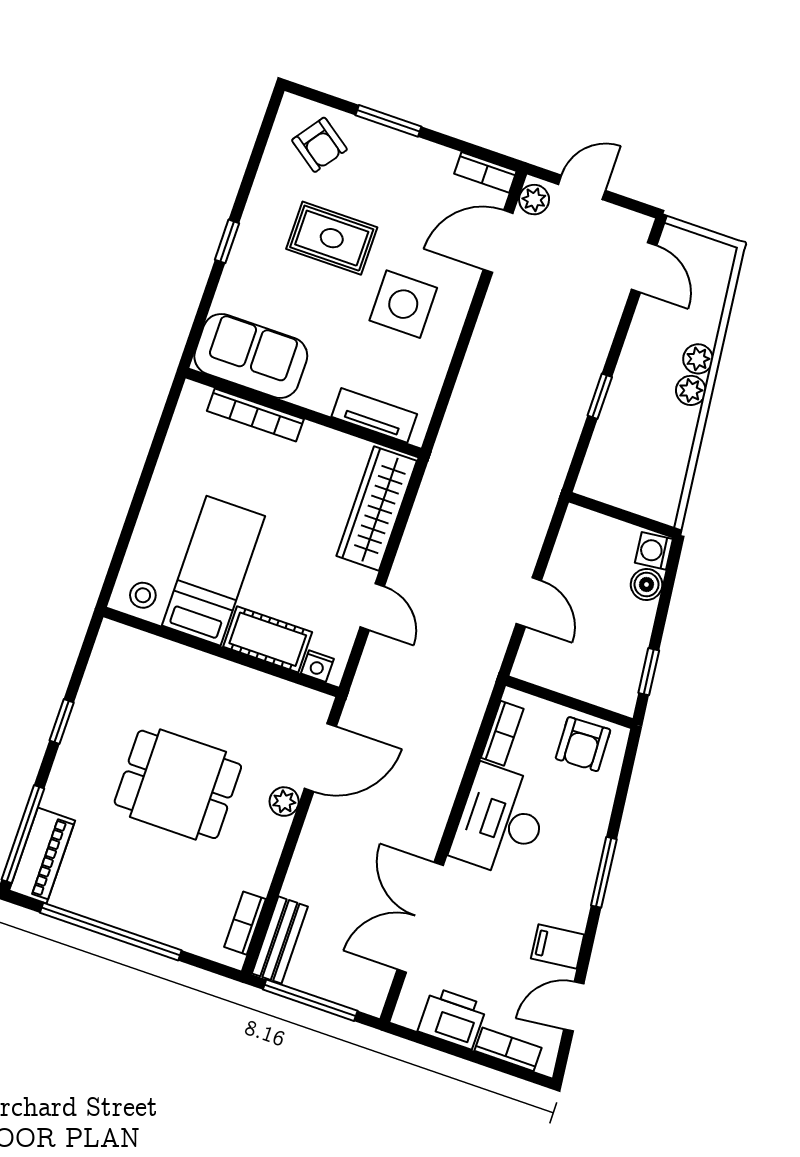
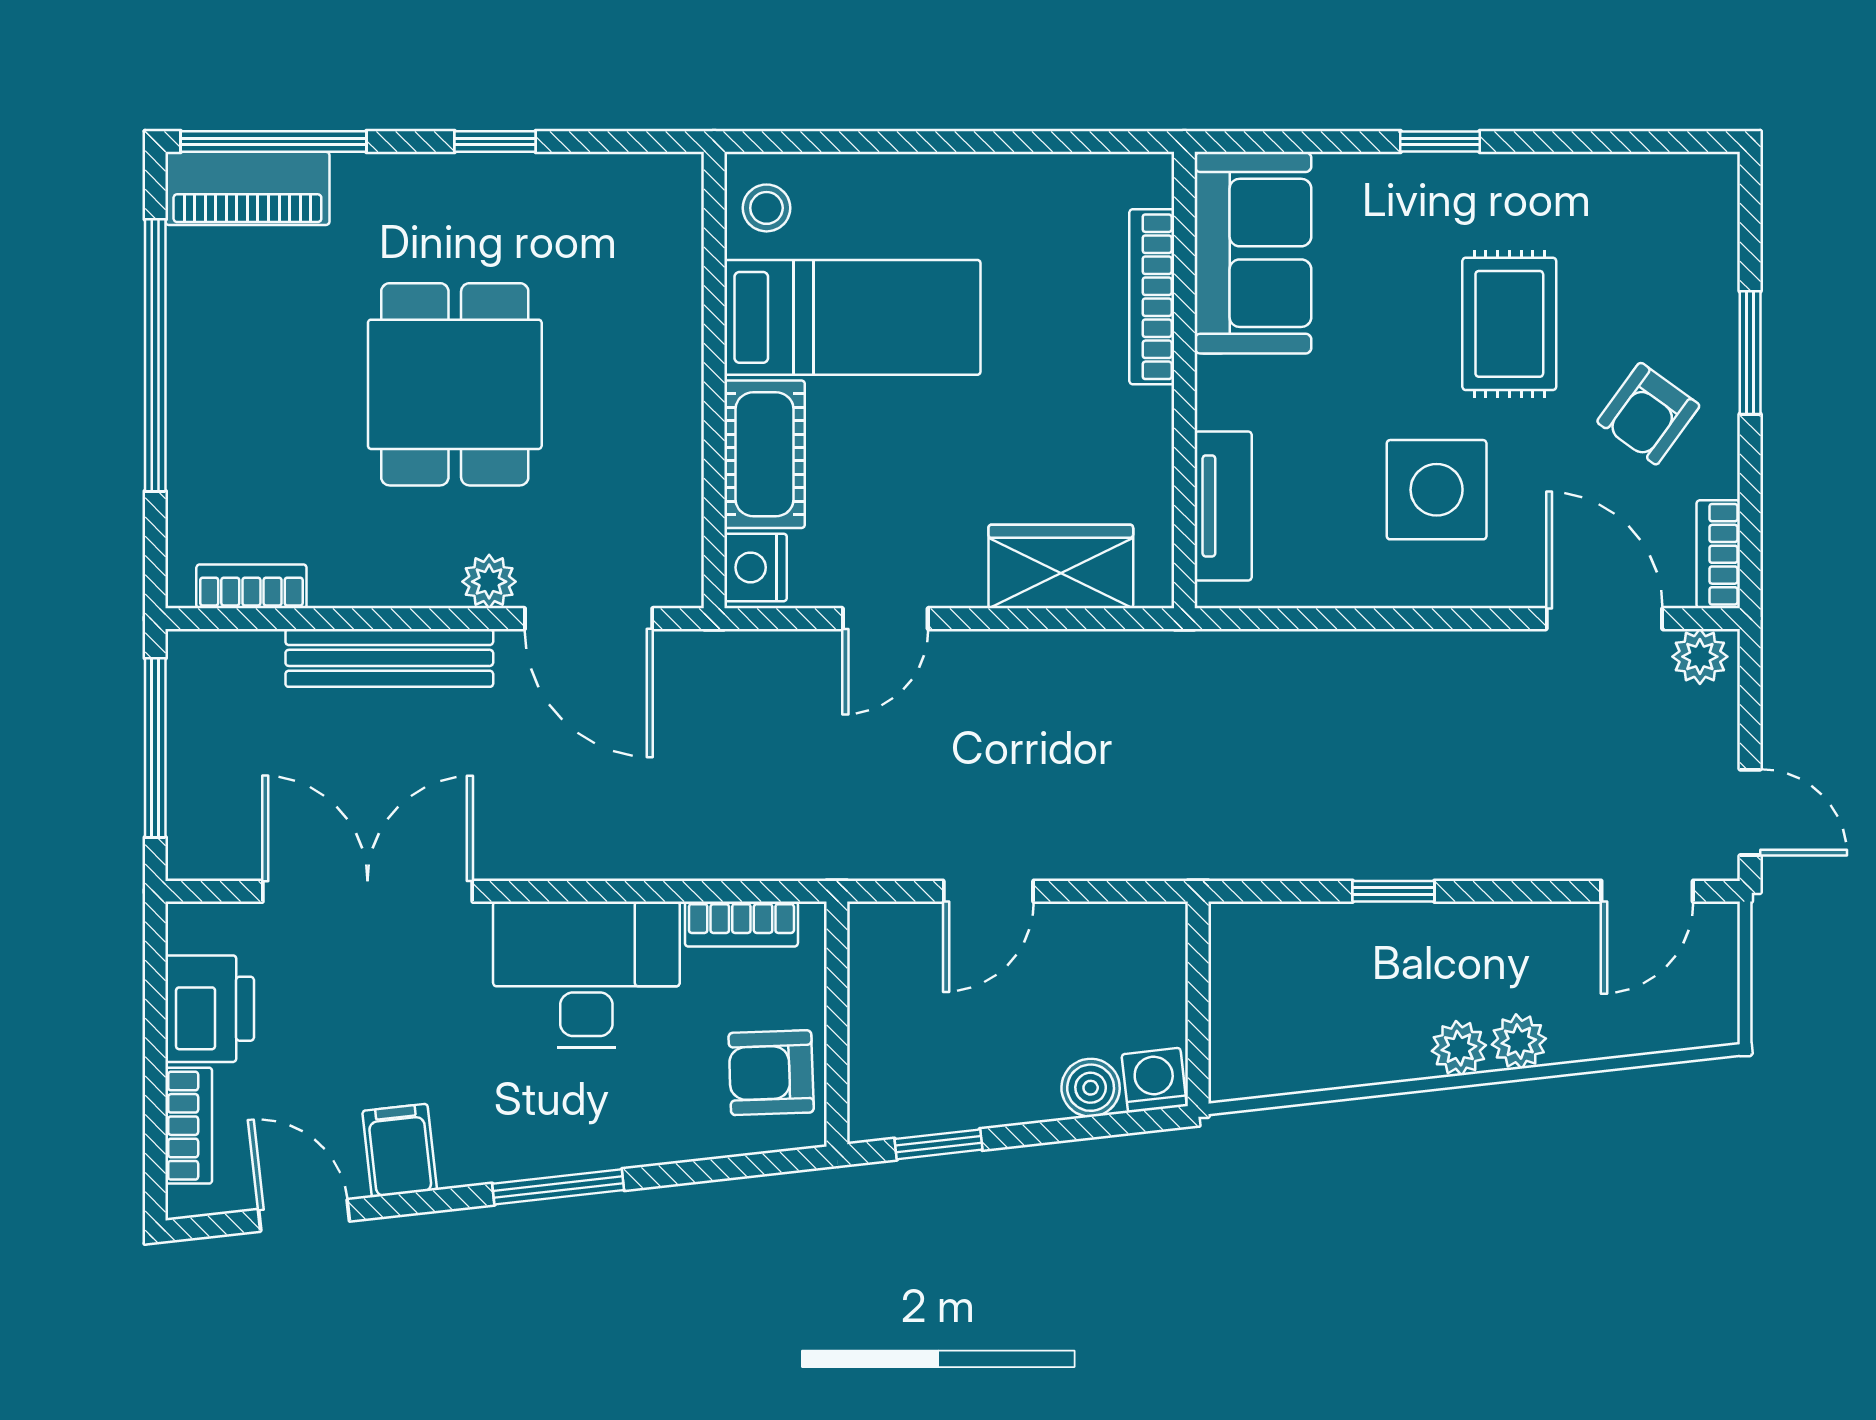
armchair: (319, 145) -> (1648, 414), moved
door: (582, 187) -> (1750, 812), moved
wardrobe: (377, 508) -> (1061, 566), width x0.67
nightstand: (317, 666) -> (756, 567), width x1.39, depth x1.35
bench: (280, 940) -> (389, 658), moved, width x1.36

